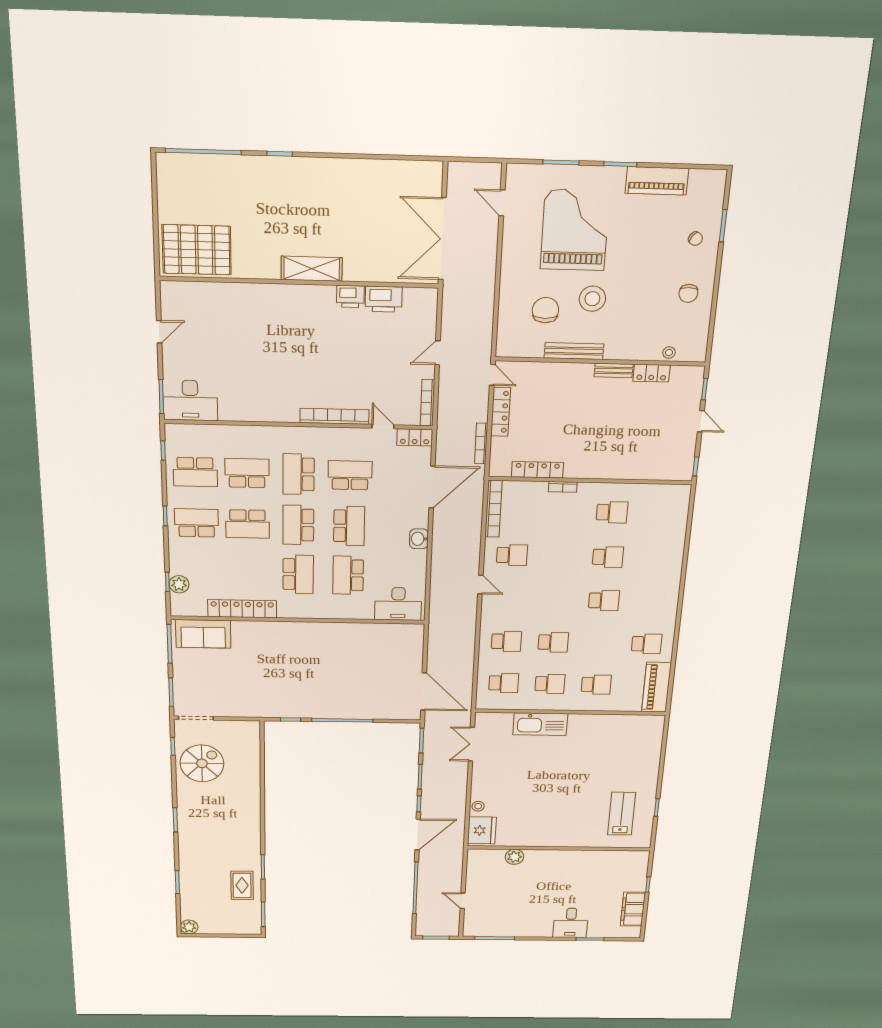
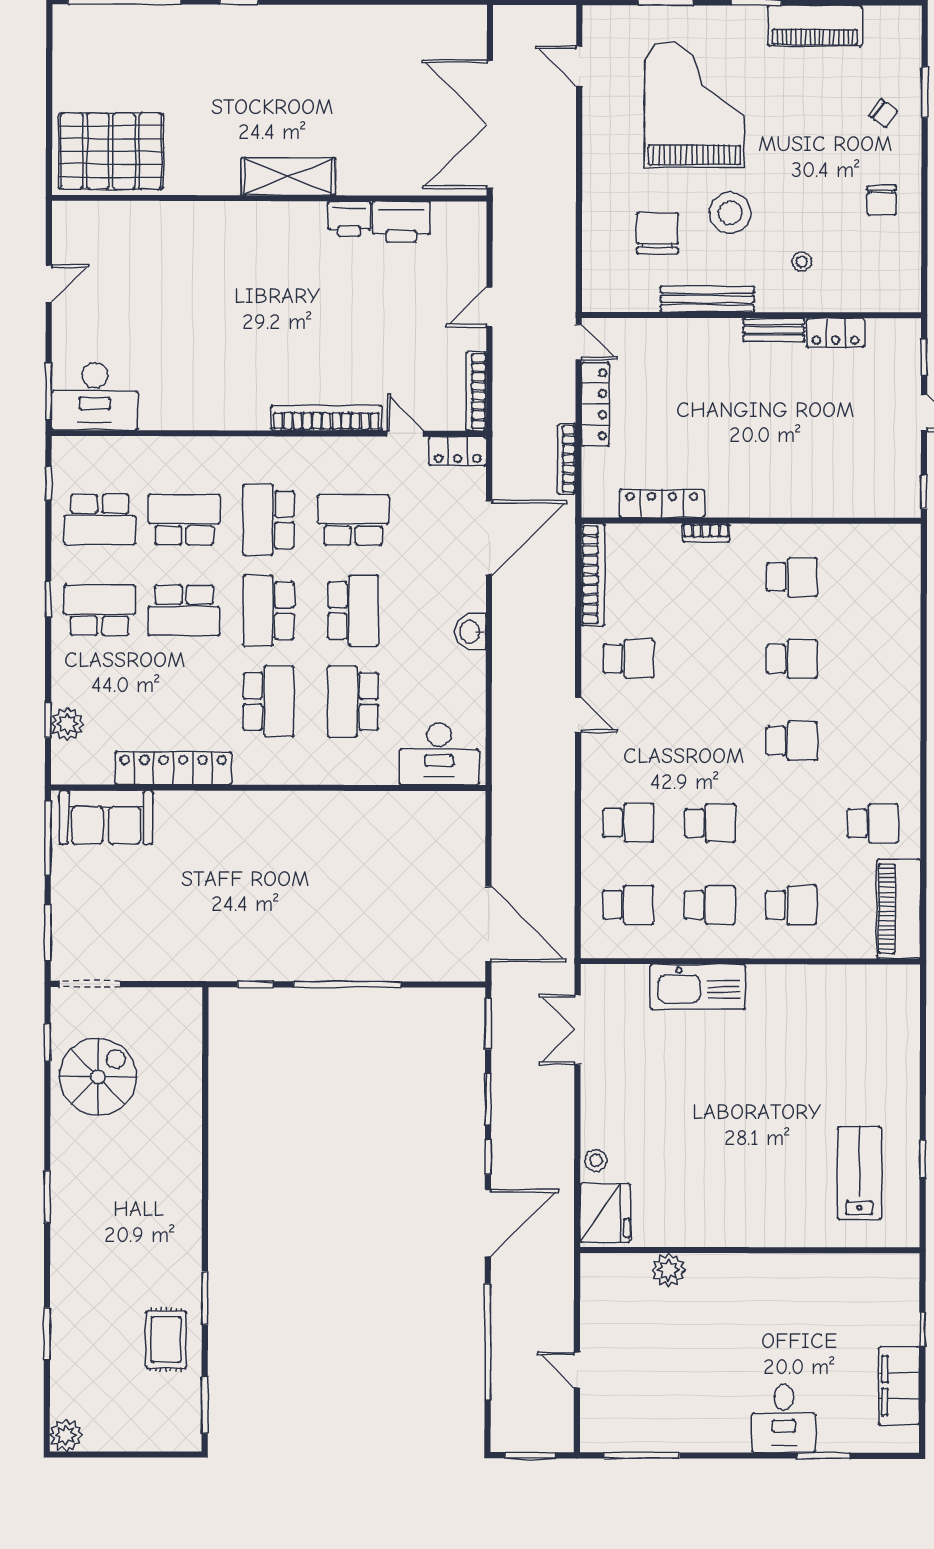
stool: (669, 353) -> (802, 262), moved

